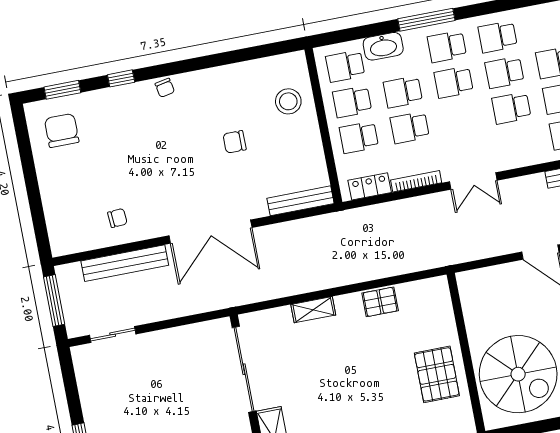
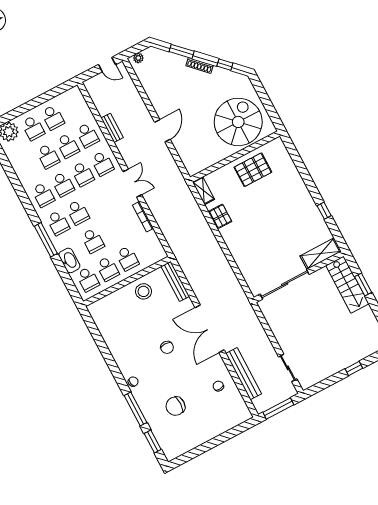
window: (121, 78) -> (136, 409), width x2.17
stool: (288, 101) -> (144, 291), moved
school desk: (410, 128) -> (102, 163), moved
chair: (62, 130) -> (175, 406), moved
chair: (235, 142) -> (167, 347), moved
locker: (370, 186) -> (154, 243), removed
double door: (210, 232) -> (210, 329), swing flipped
shelving: (313, 310) -> (204, 191), moved

